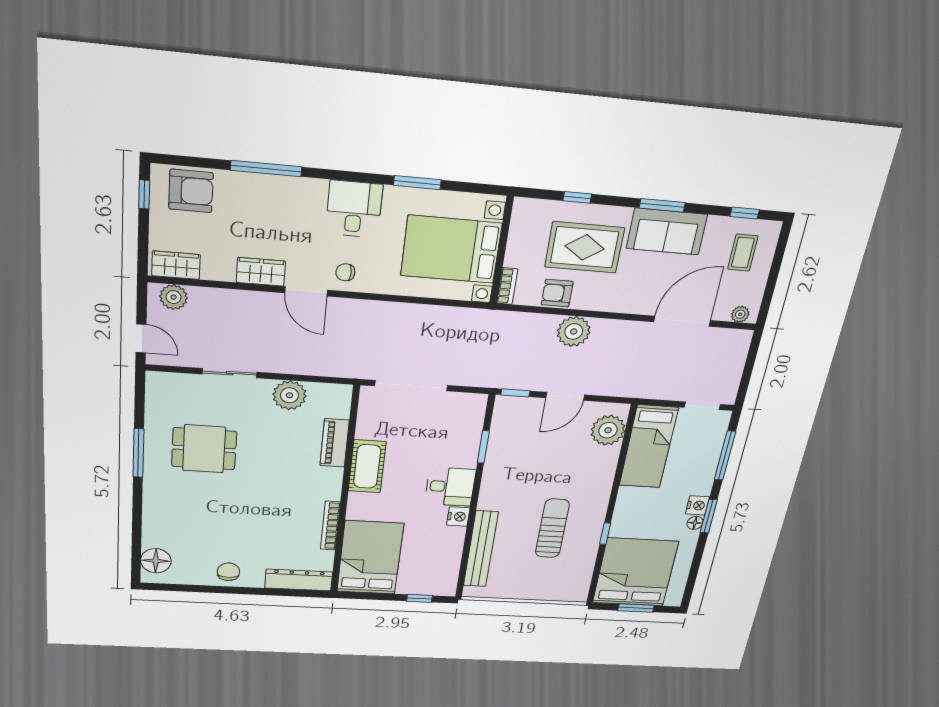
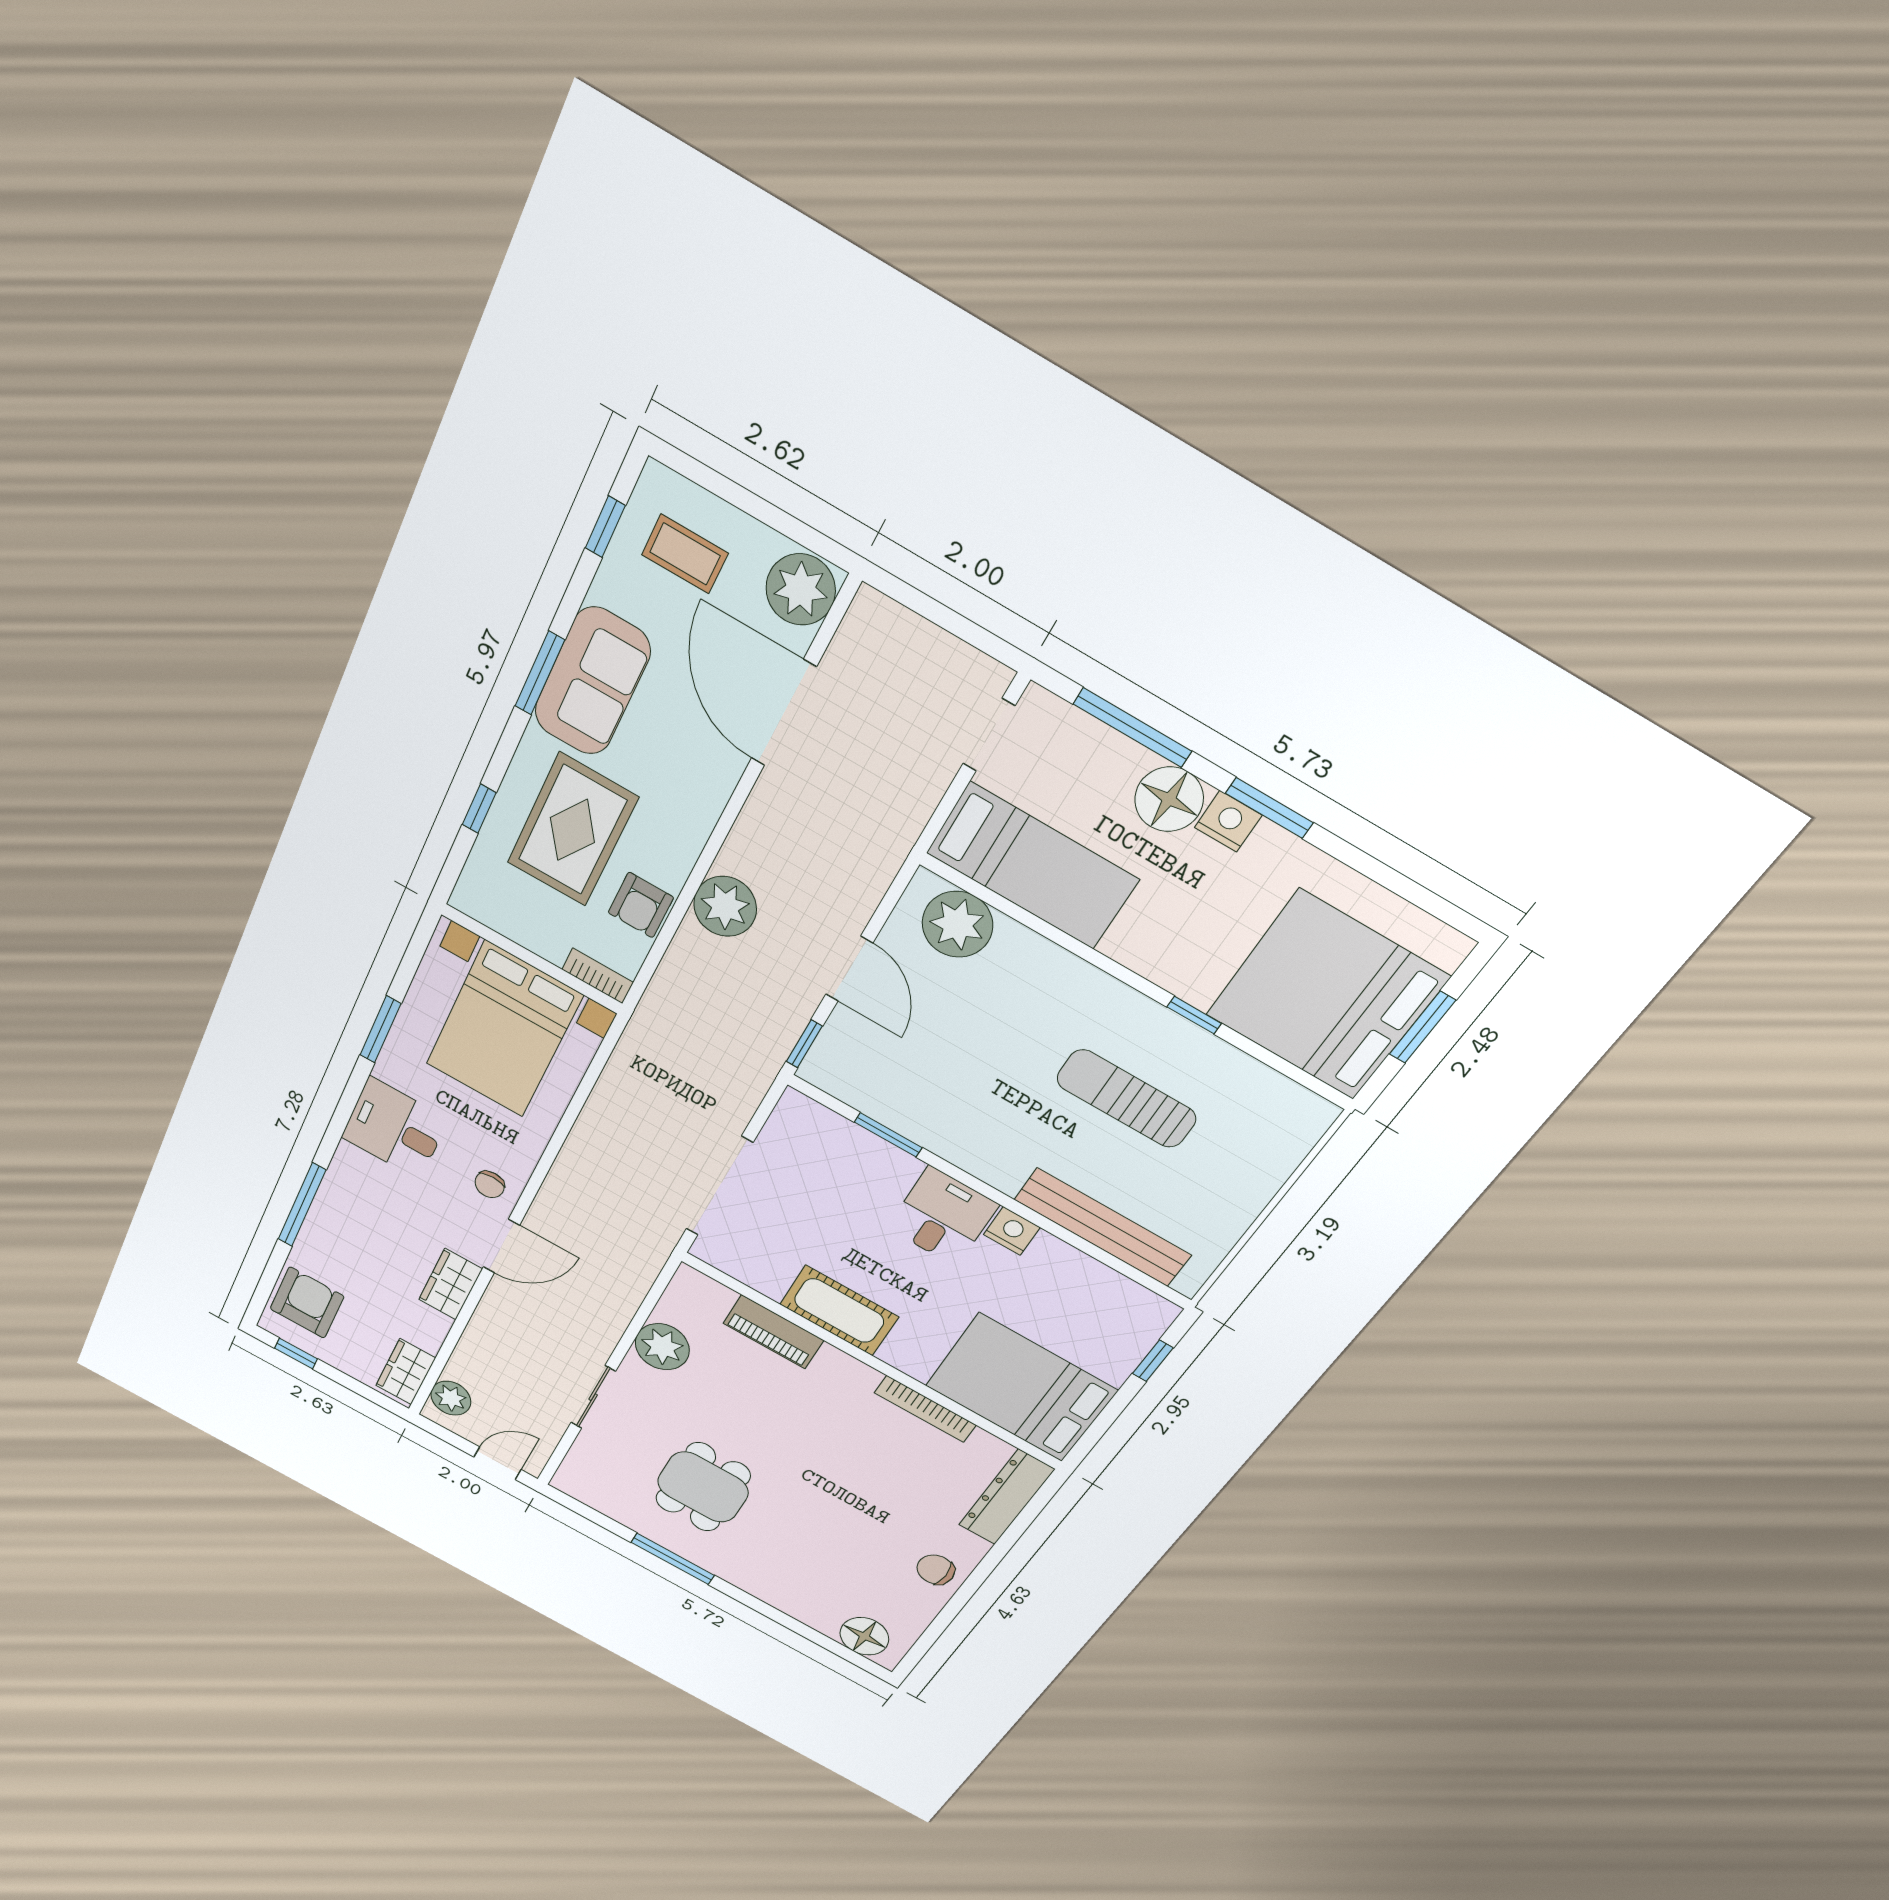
plant: (740, 314) -> (801, 590), width x1.88, depth x1.88
floor lamp: (695, 523) -> (1169, 799), moved, width x1.89, depth x1.89

